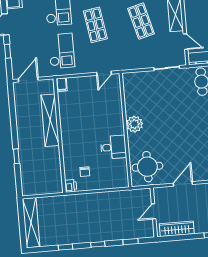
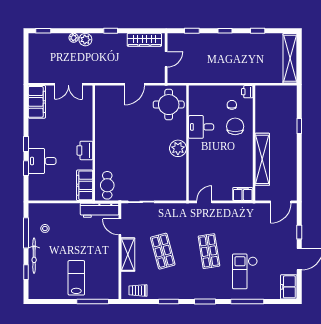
checkout: (61, 51) -> (245, 228), removed
filing cabinet: (62, 85) -> (243, 194), width x2.00
chair: (80, 151) -> (235, 126), added

